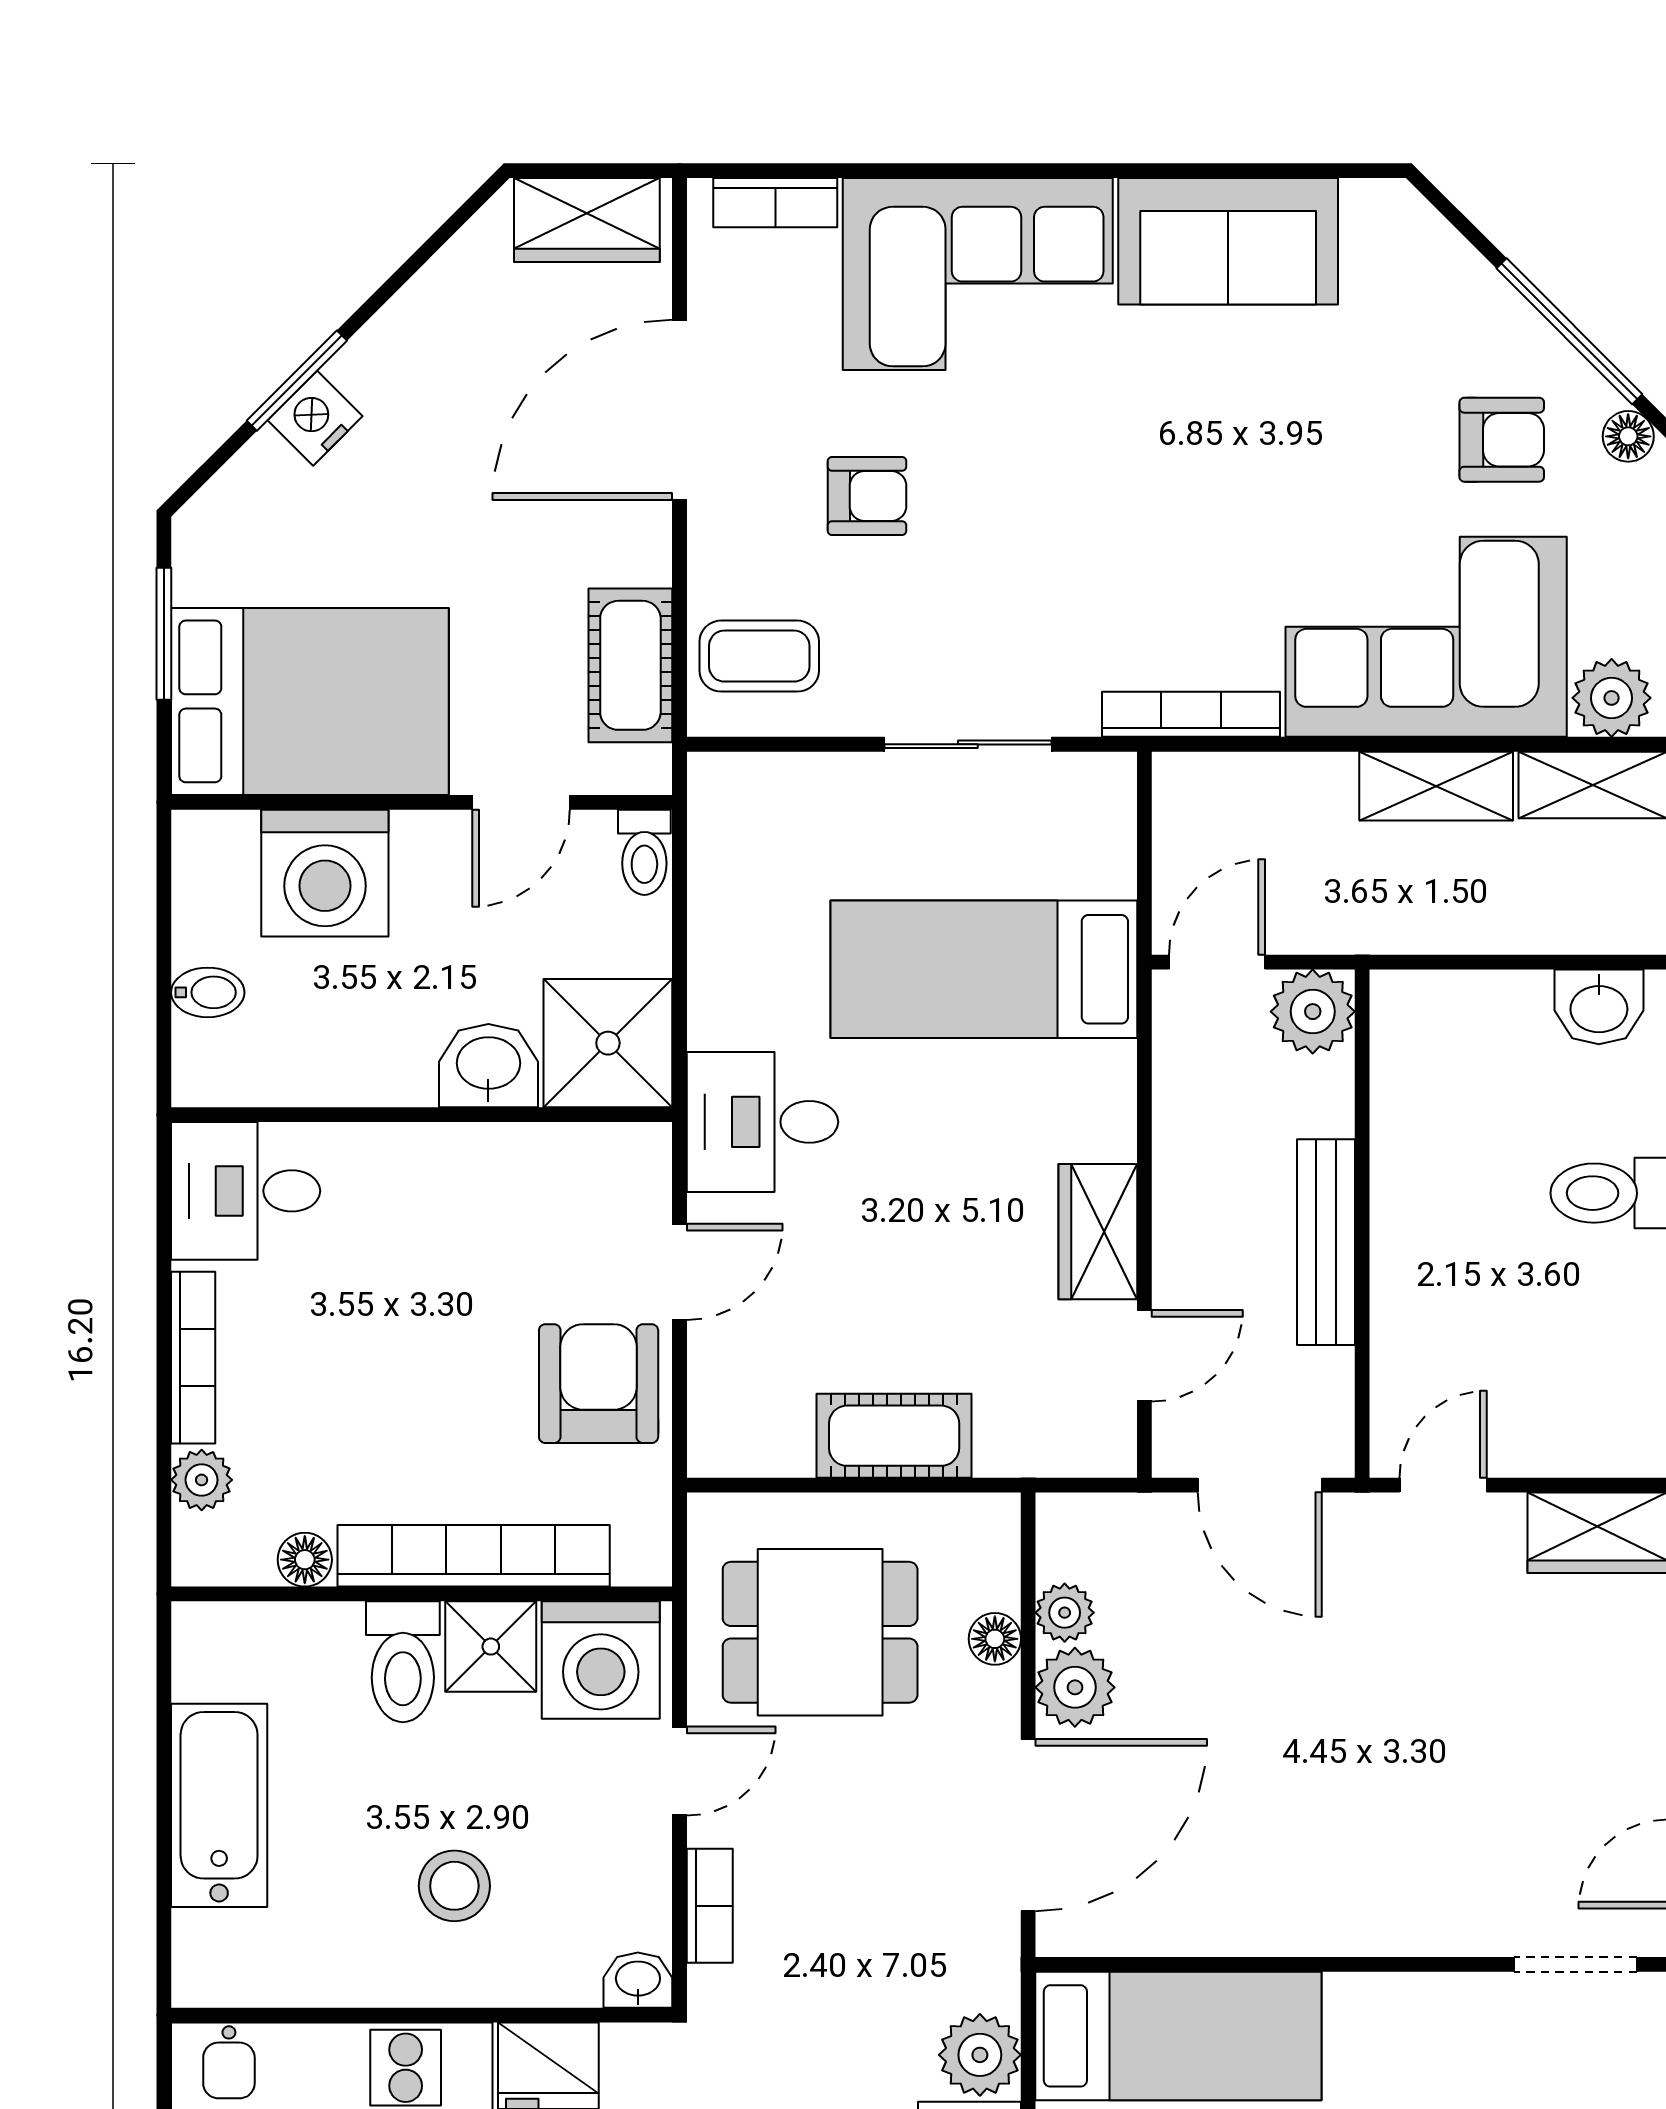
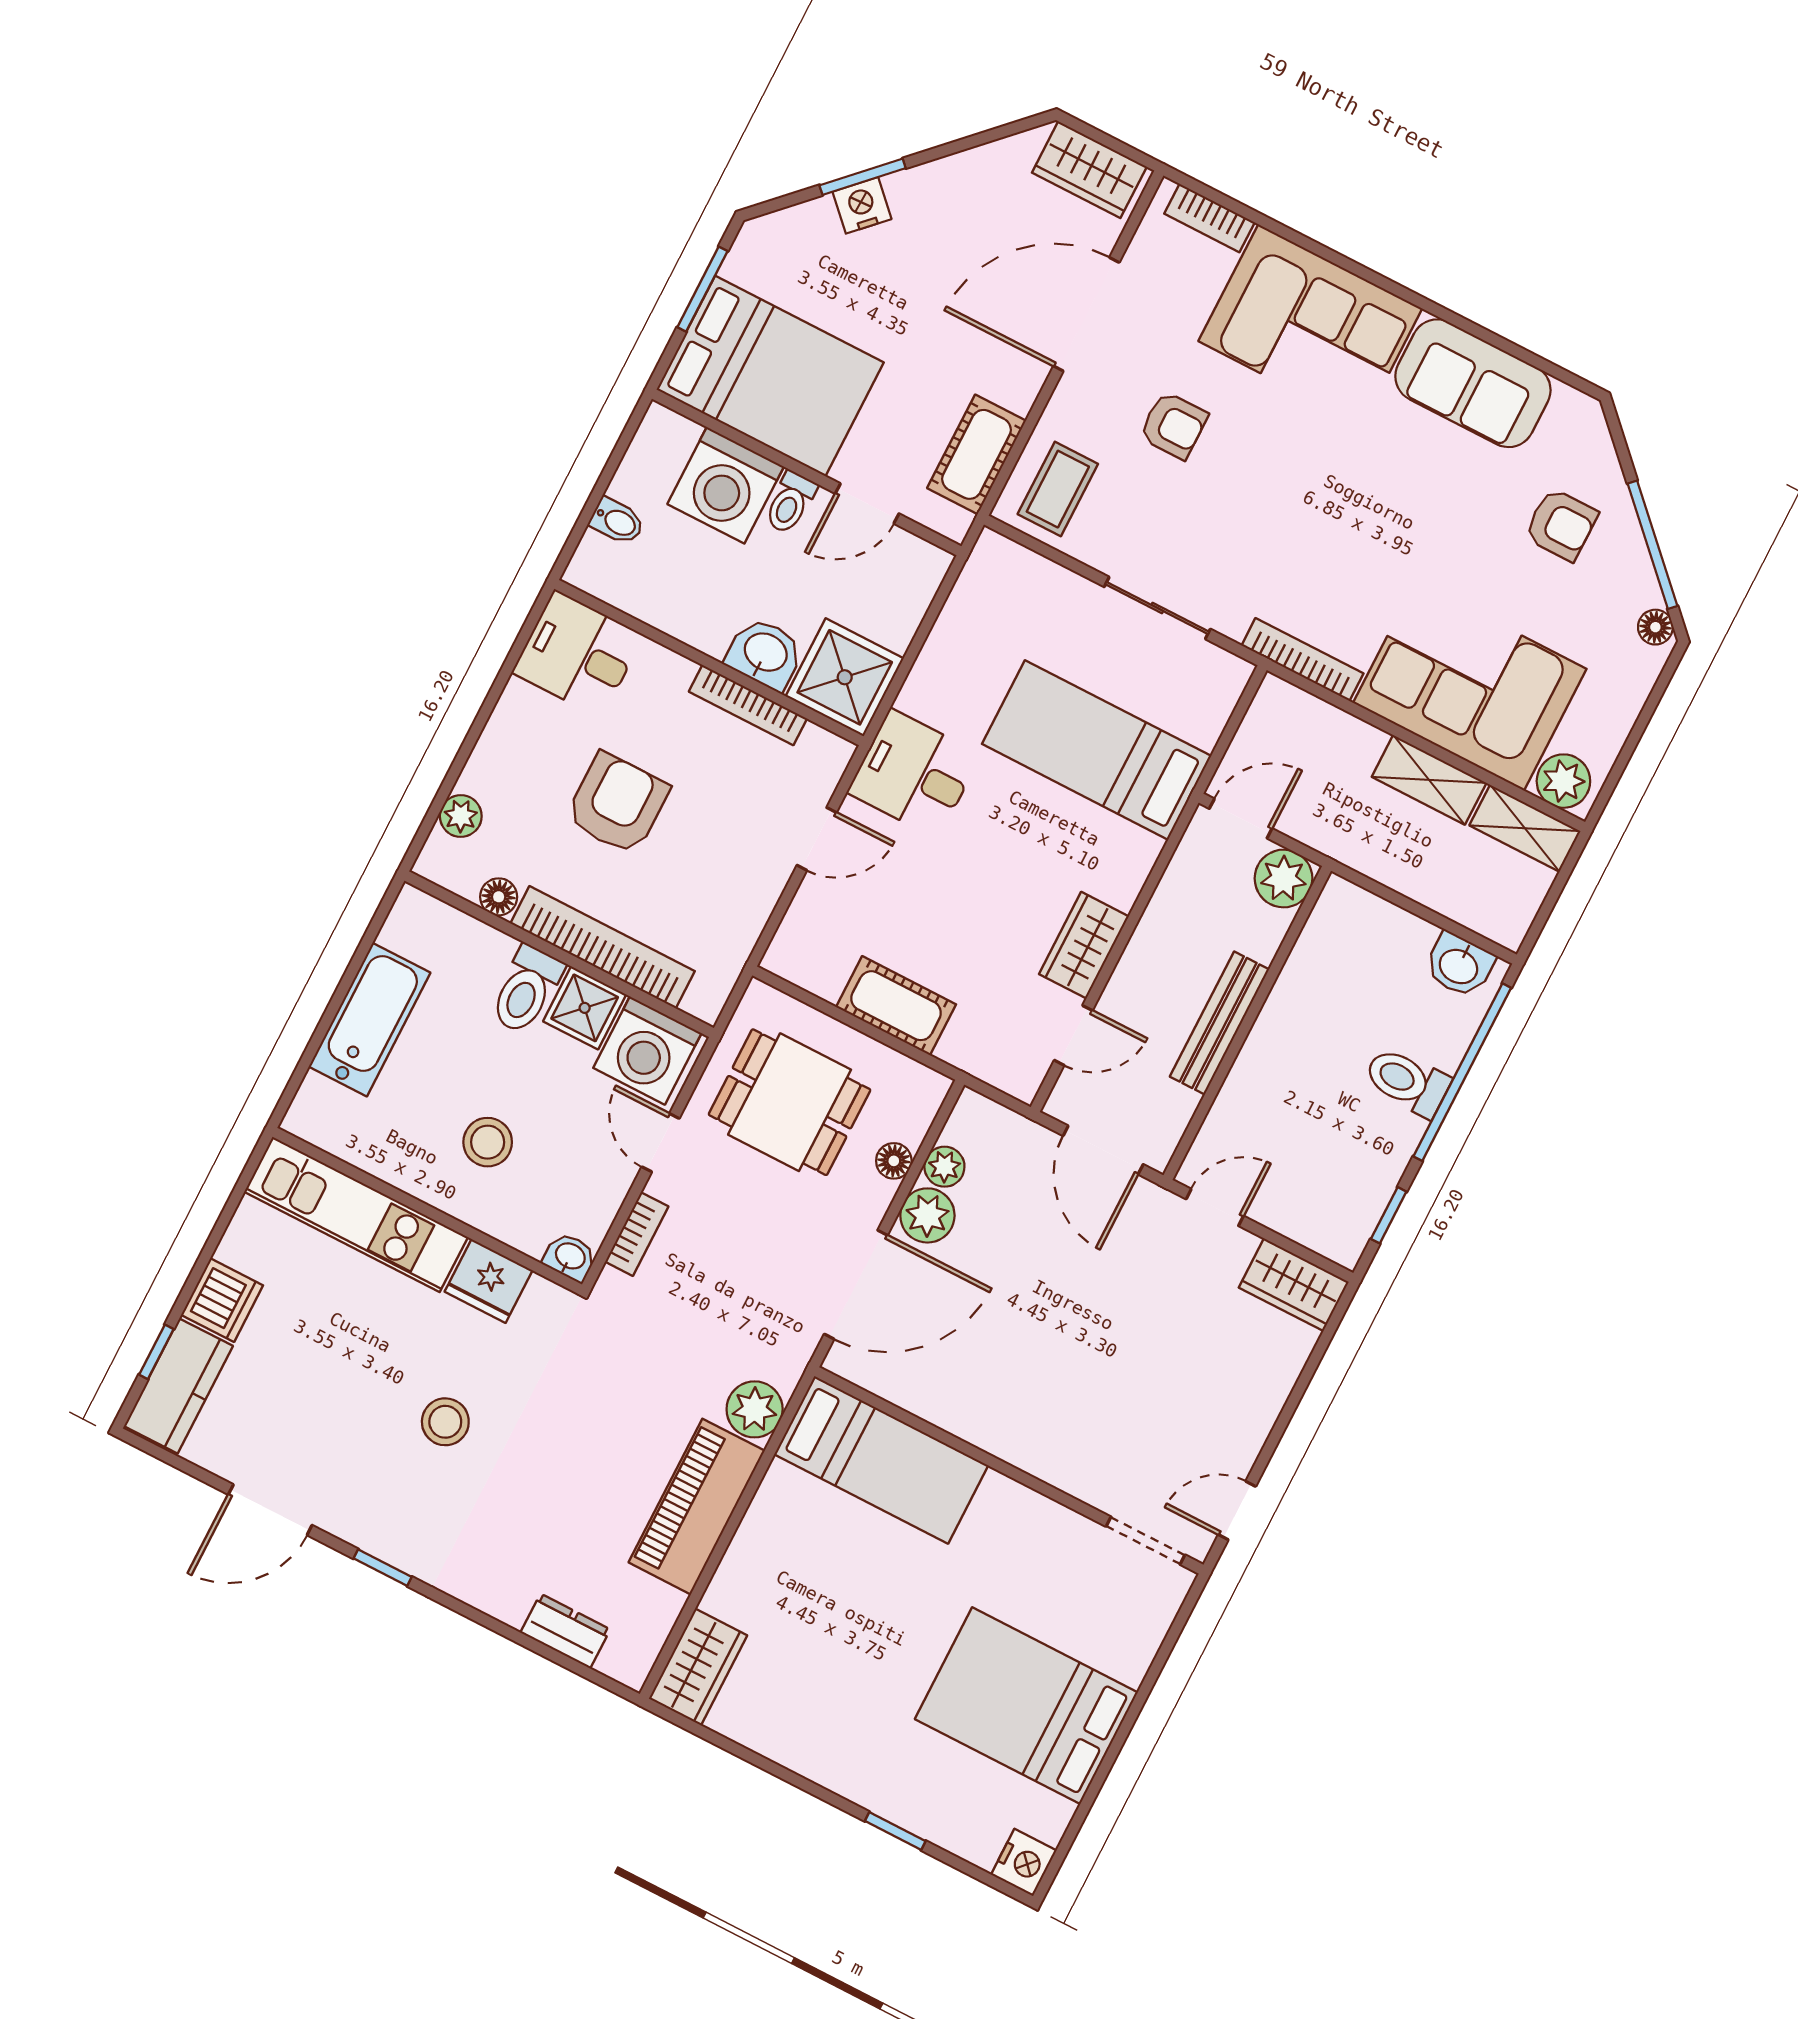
armchair: (1502, 440) -> (1561, 525), moved
coffee table: (759, 656) -> (1058, 489), turned 90
toilet: (644, 852) -> (790, 503), moved
bookcase: (193, 1358) -> (748, 705), moved, turned 90
armchair: (599, 1384) -> (617, 804), moved
door: (680, 1771) -> (661, 1143), swing flipped

